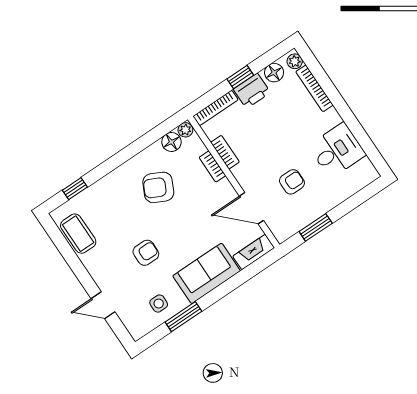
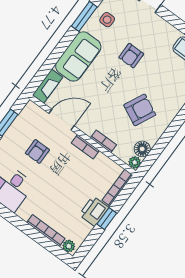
floor lamp: (274, 73) -> (82, 232), removed
bookcase: (225, 152) -> (85, 147), moved

